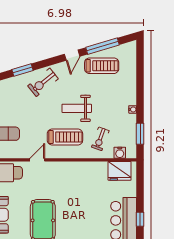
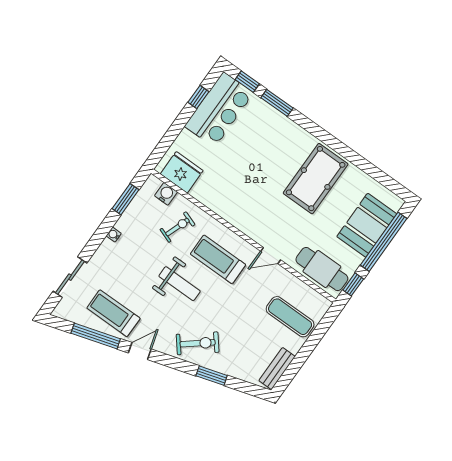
sliding door: (140, 69) -> (70, 277), added

